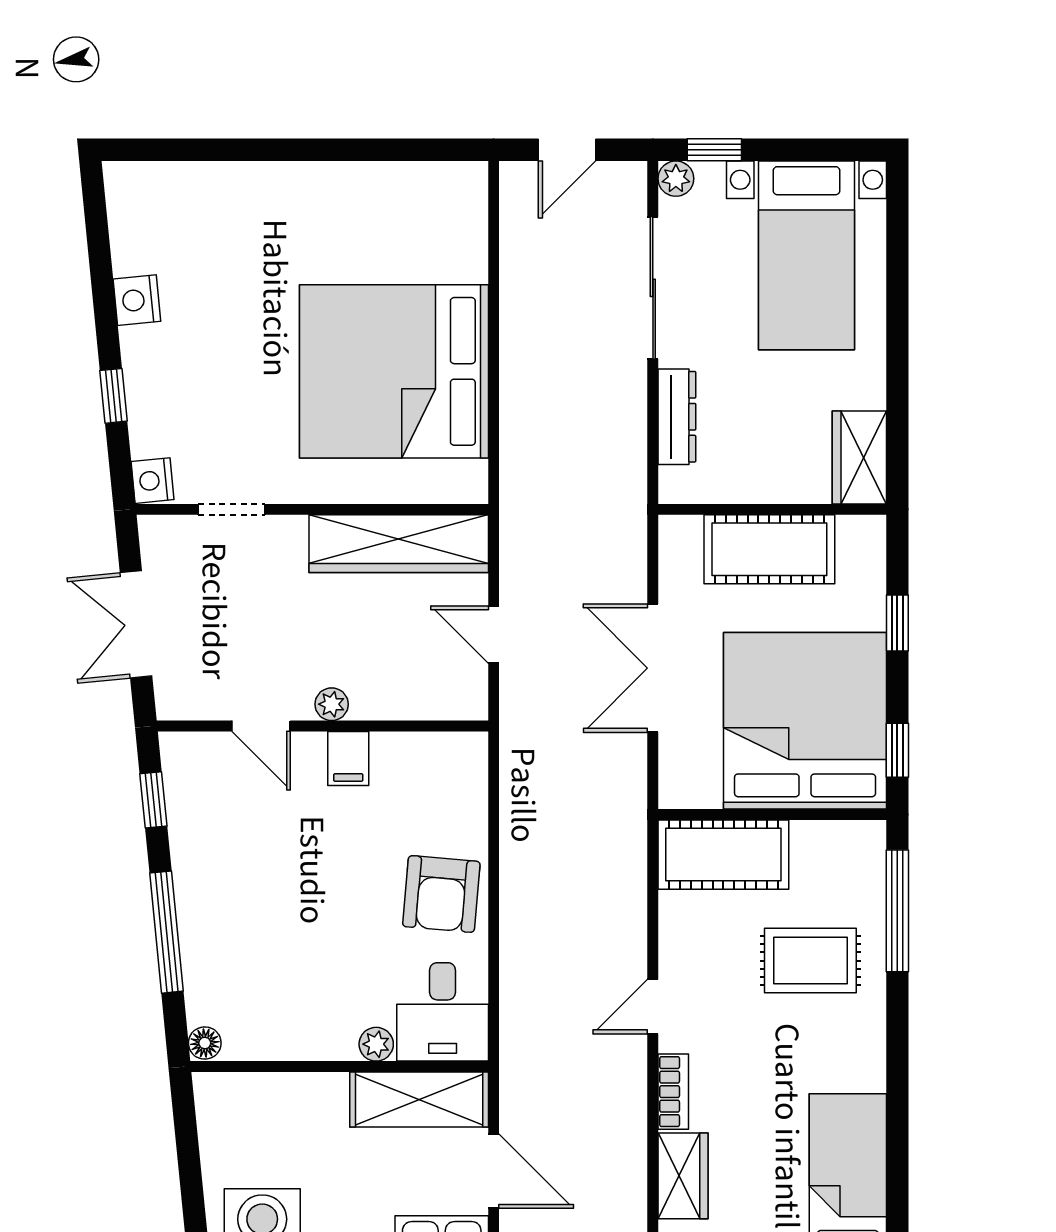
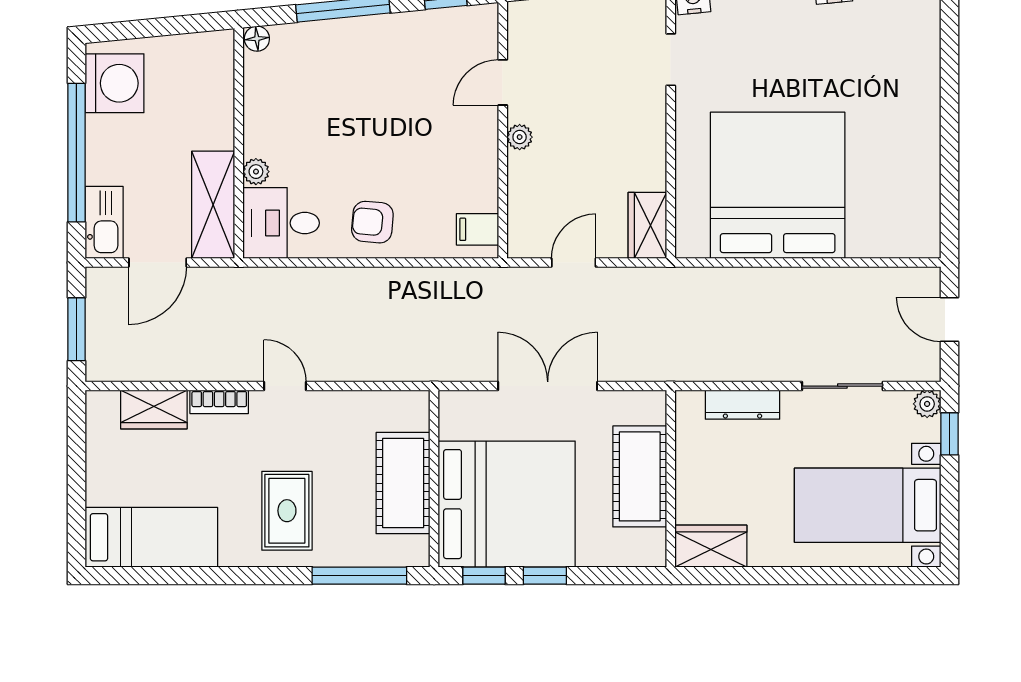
sliding door: (653, 288) -> (842, 386), width x0.73
wardrobe: (399, 544) -> (647, 225), width x0.48, depth x0.85
window: (897, 623) -> (545, 576), moved
filing cabinet: (348, 758) -> (478, 229), moved
cot: (723, 855) -> (403, 483), moved
armchair: (441, 894) -> (372, 222), width x0.72, depth x0.72
rug: (810, 961) -> (287, 511), moved

